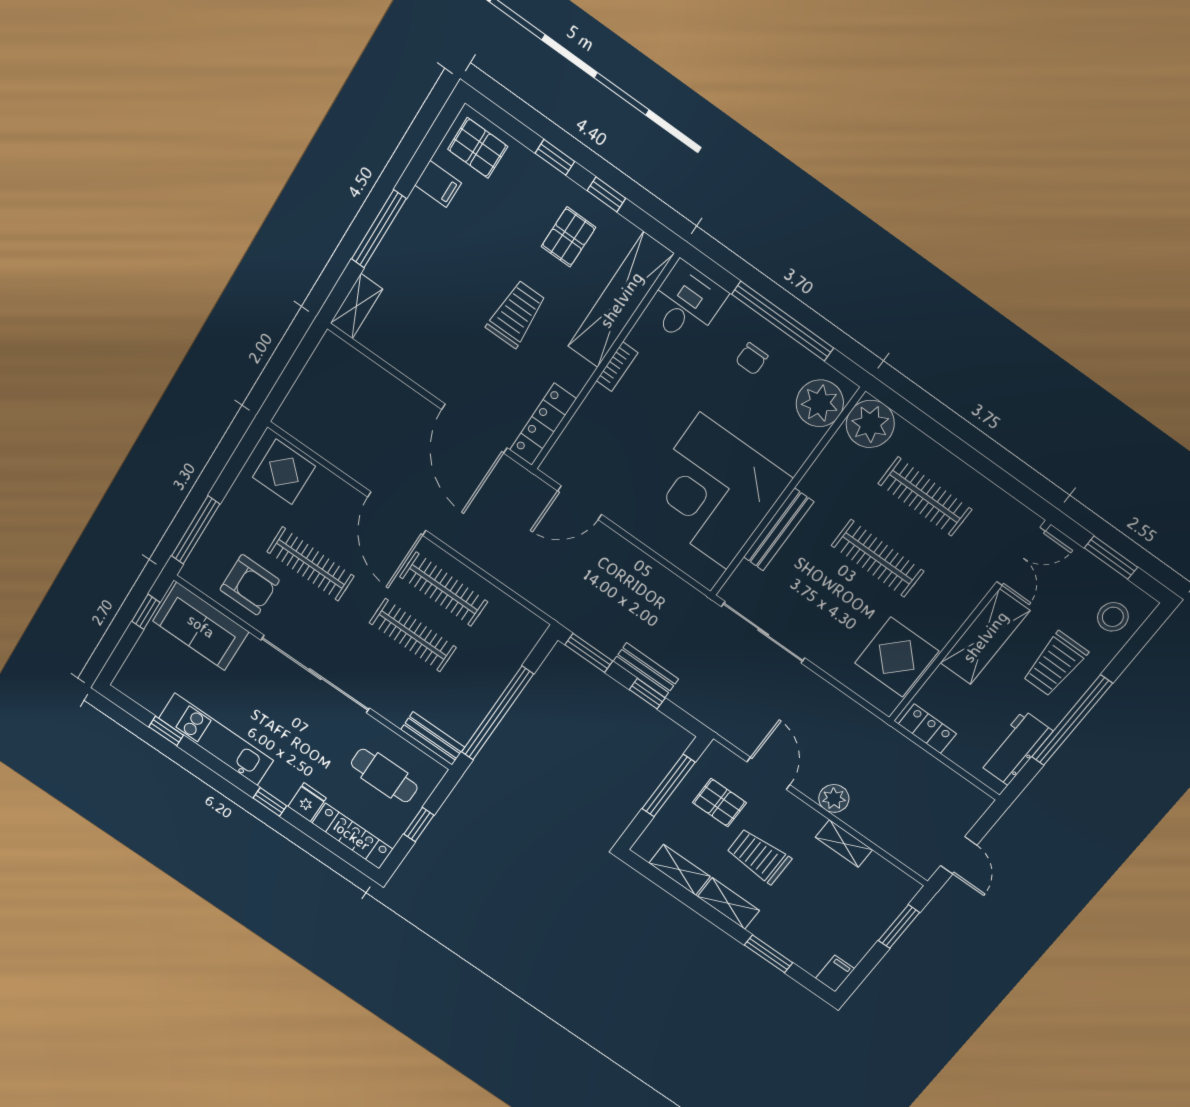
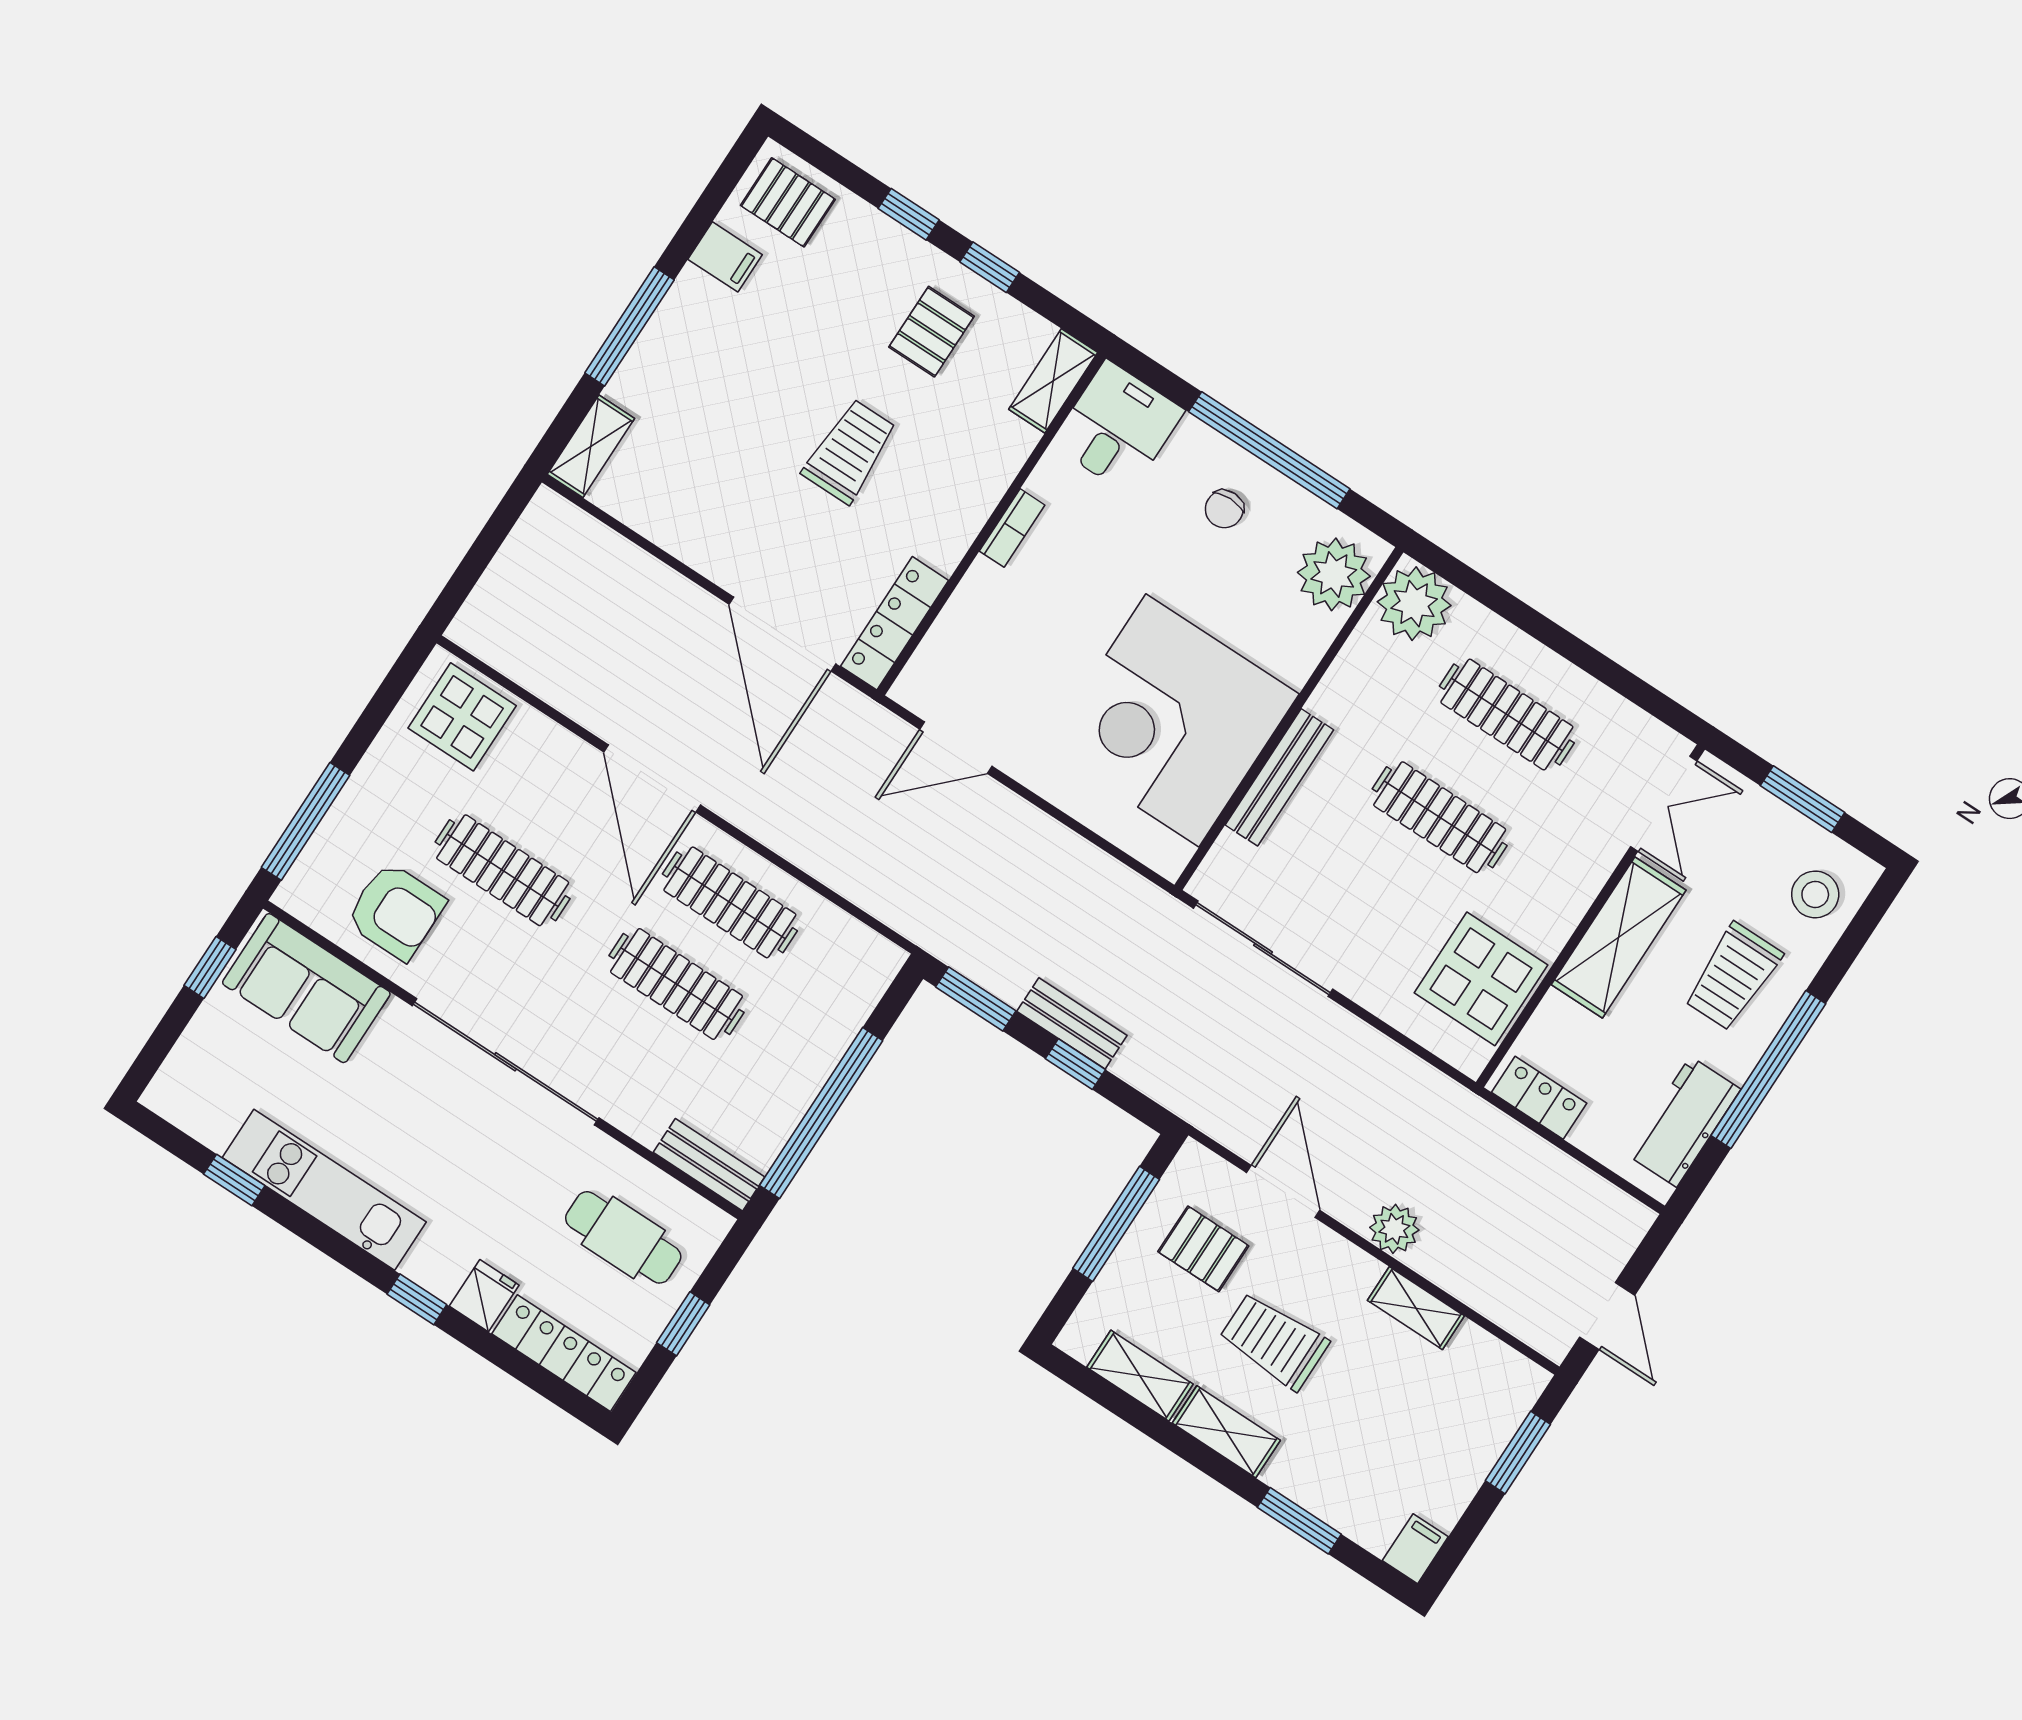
shelving: (621, 300) -> (1053, 381), width x0.45, depth x0.75

